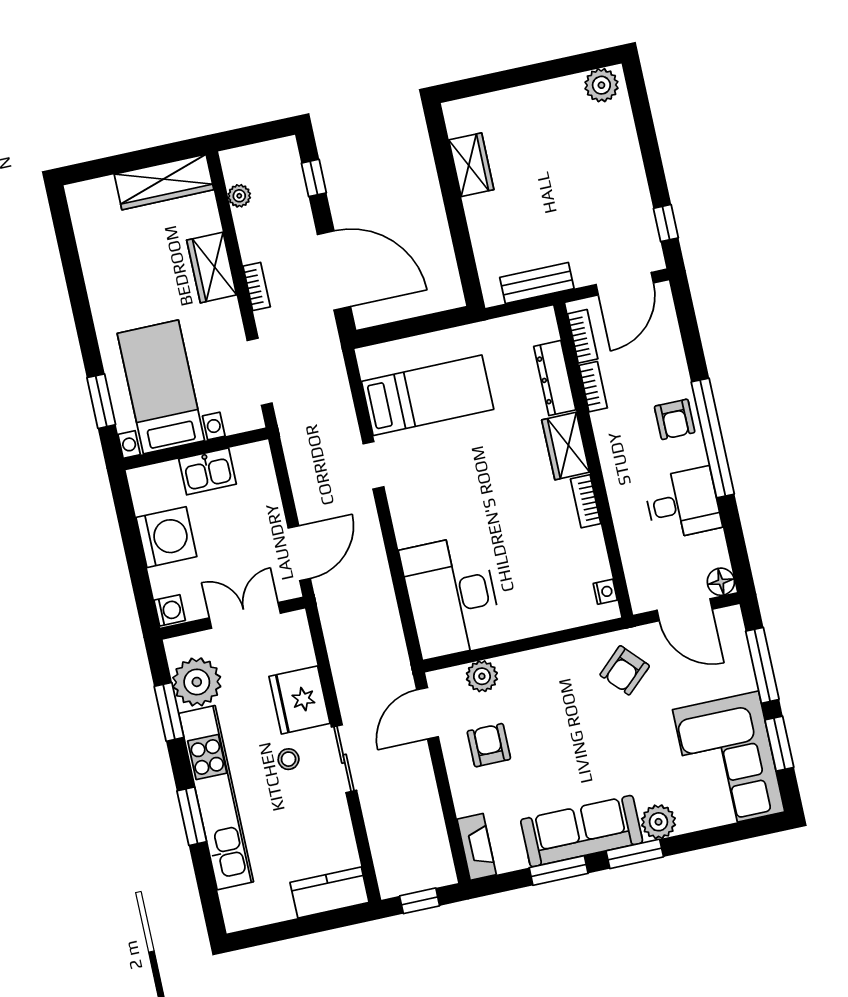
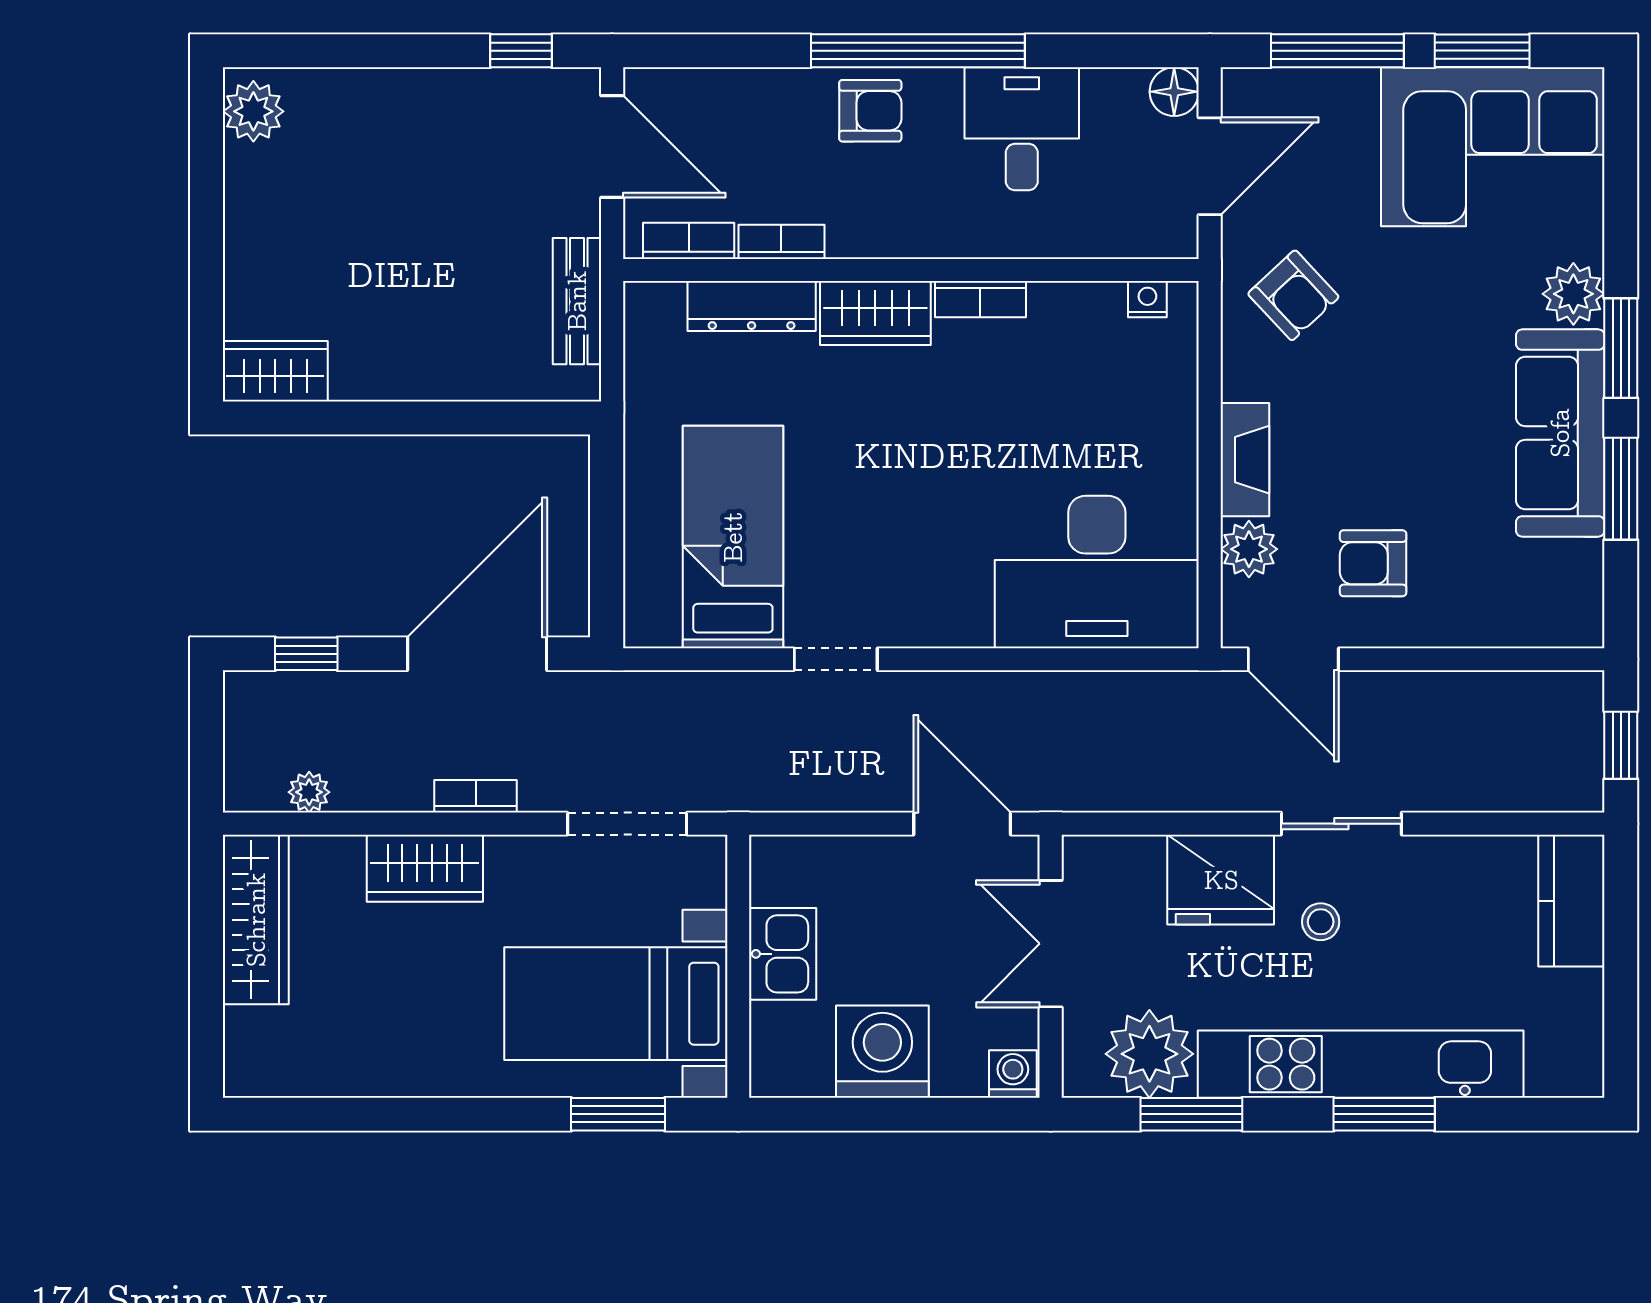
wardrobe: (471, 165) -> (275, 371), moved
fireplace: (477, 847) -> (1245, 460), moved, turned 90

